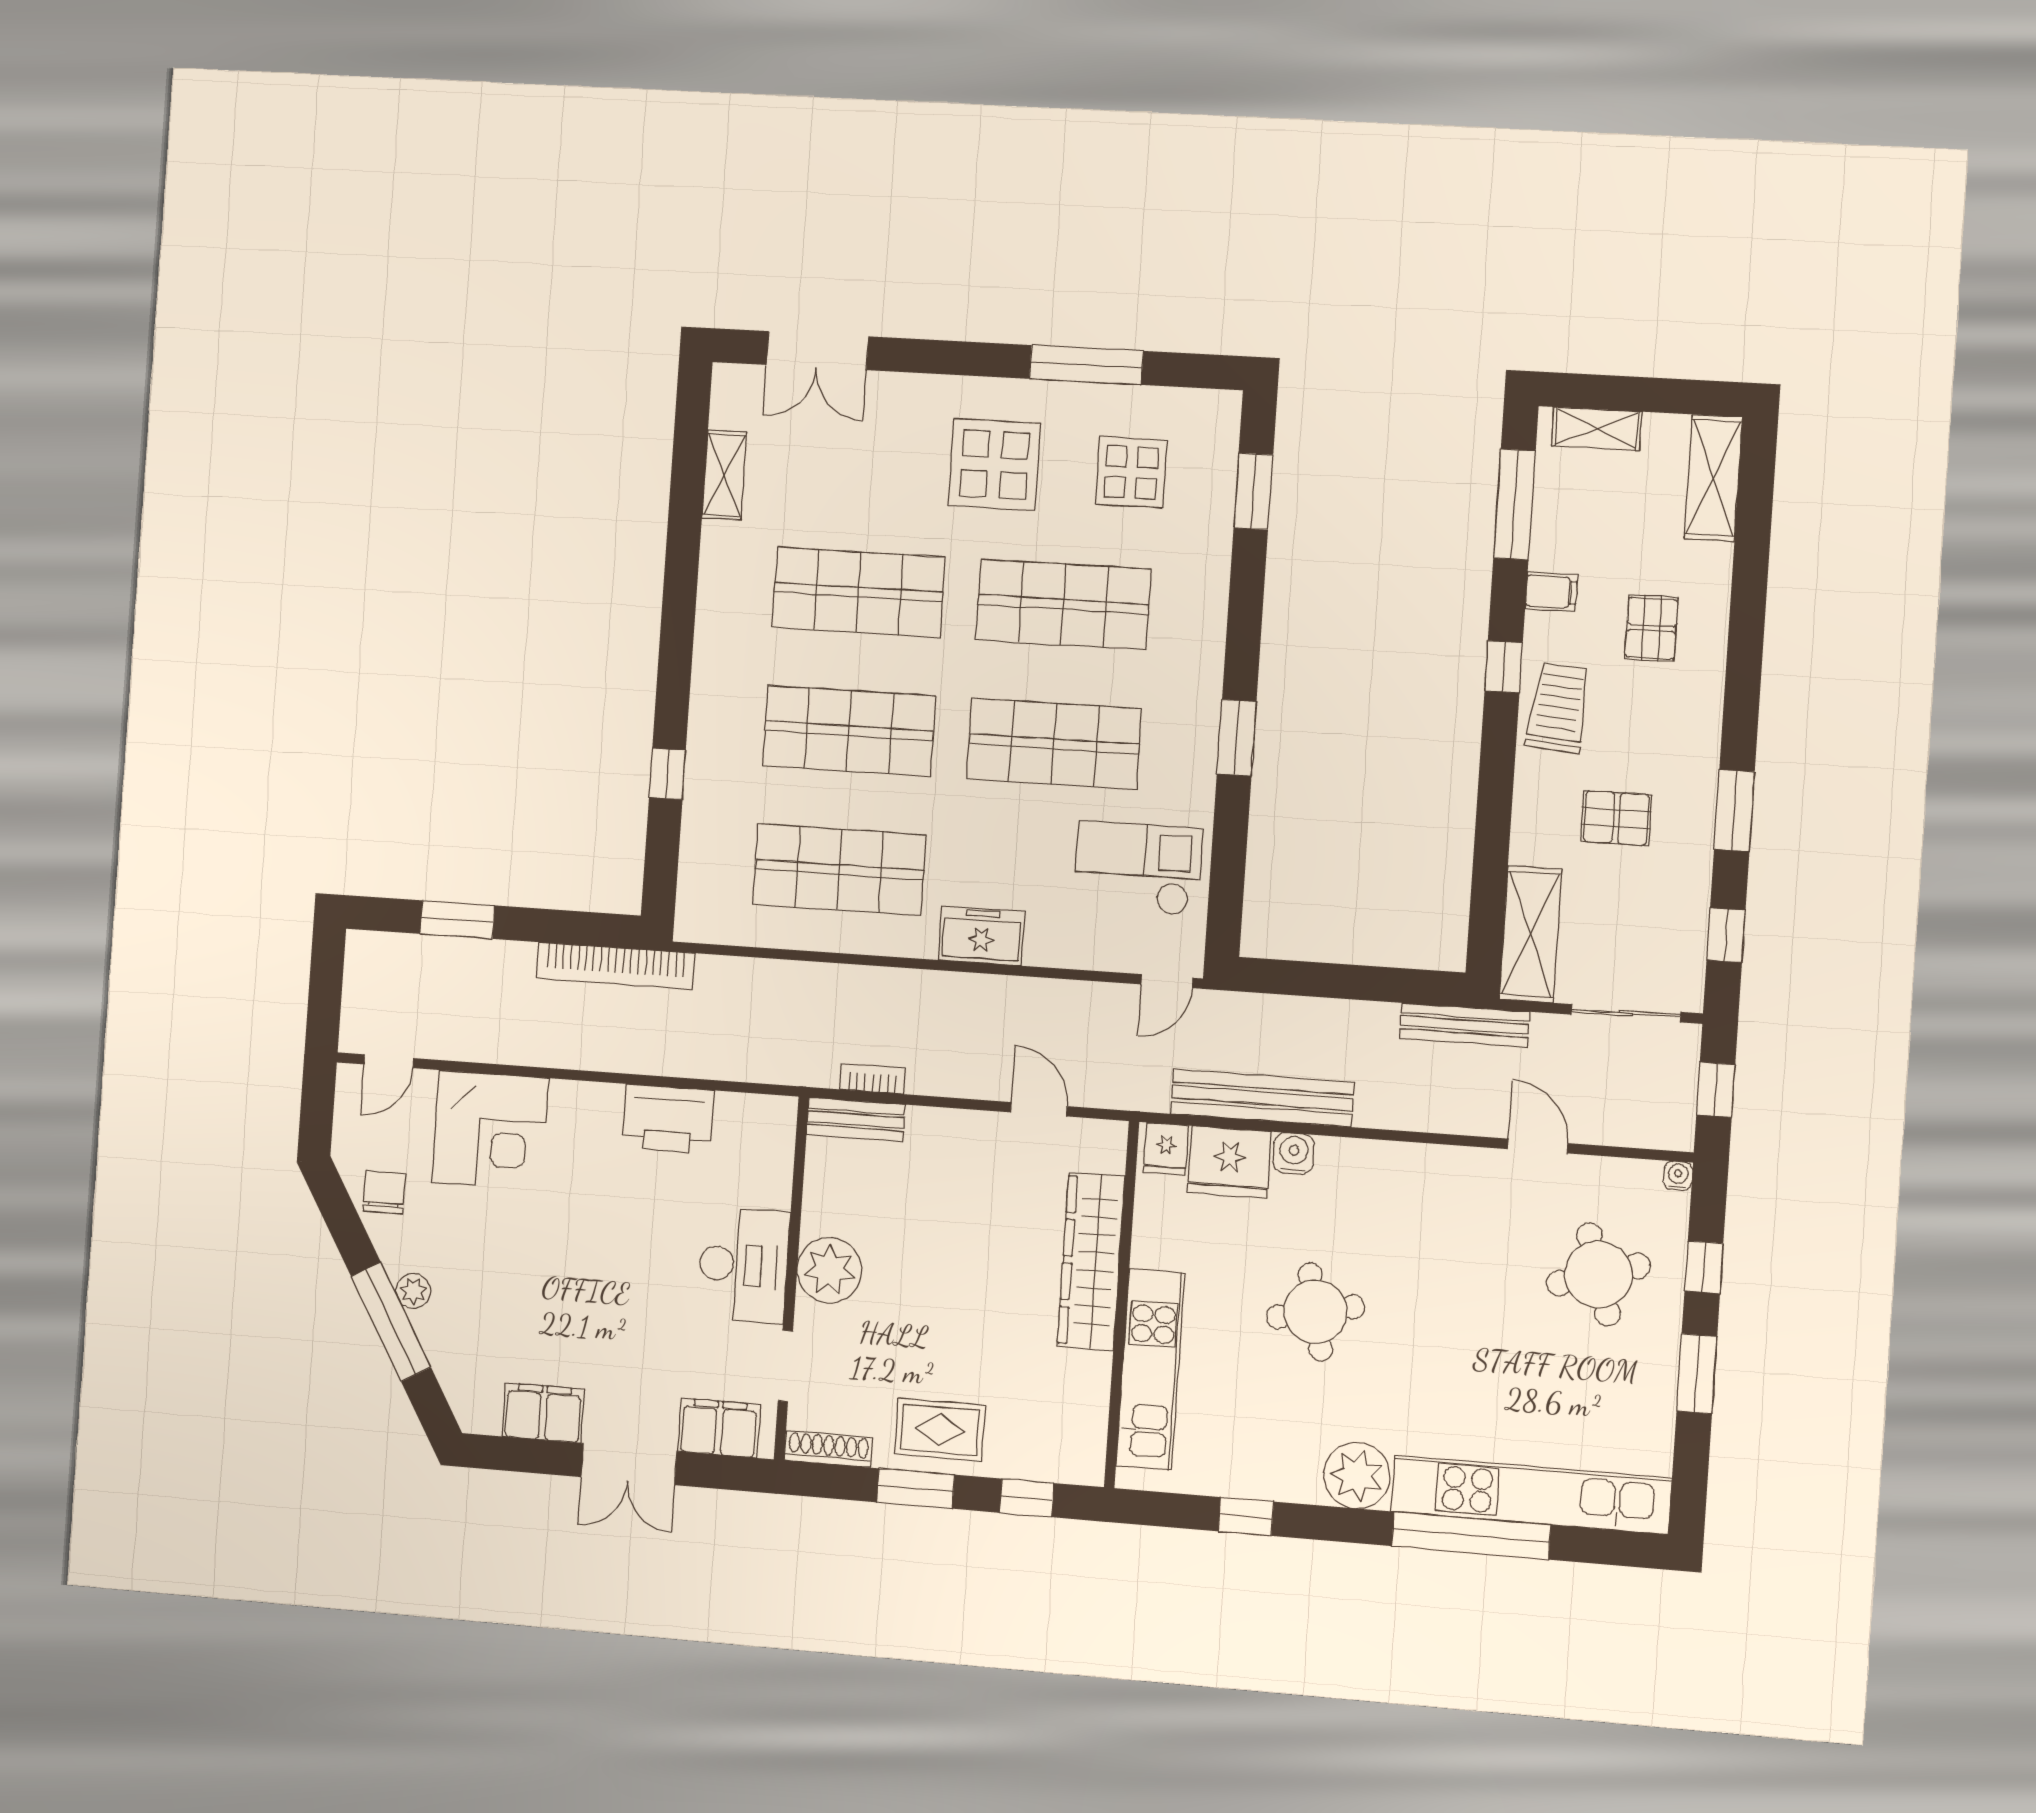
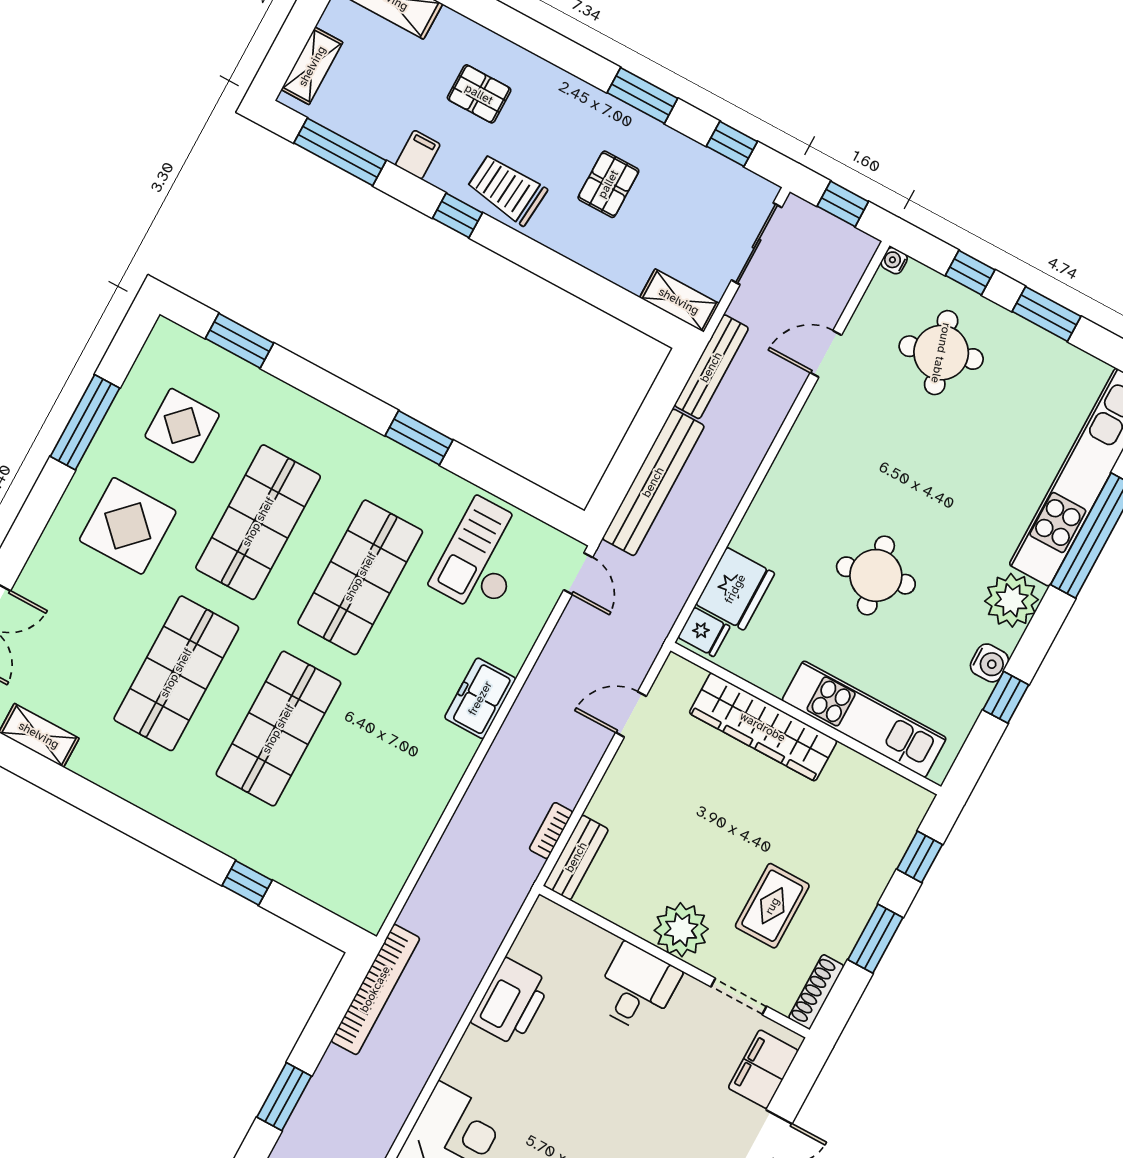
shop shelf: (839, 870) -> (381, 784), removed
shelving: (1530, 934) -> (679, 301), width x0.67, depth x0.75
bench: (1262, 1098) -> (653, 482), moved
water cooler: (1294, 1153) -> (989, 663), moved, turned 180
desk: (744, 1265) -> (637, 988), width x0.73
rug: (940, 1430) -> (772, 906), moved

